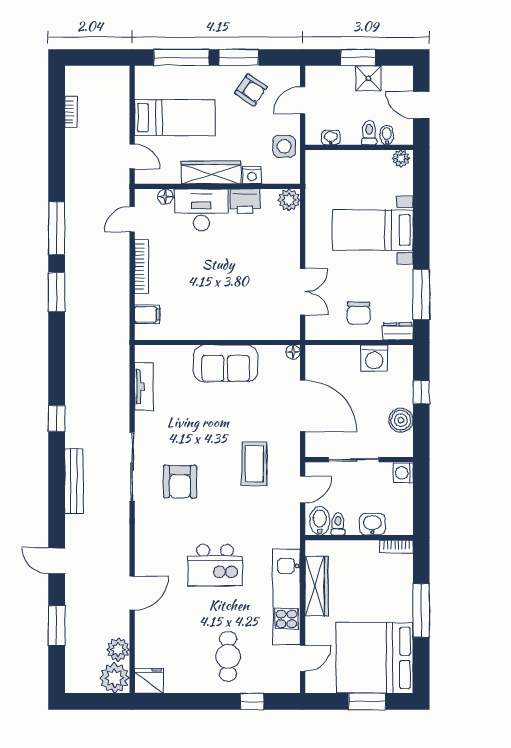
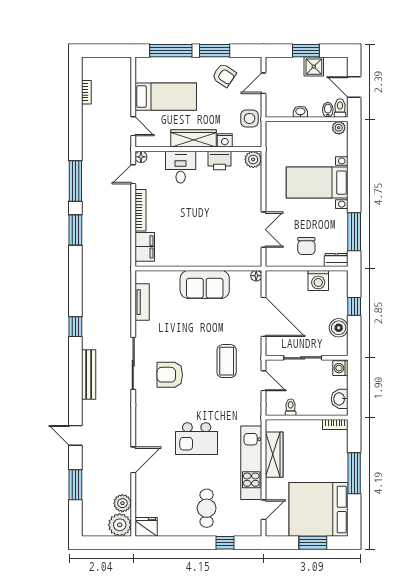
toilet: (369, 133) -> (340, 108), moved
washbasin: (331, 138) -> (300, 112), moved
floor lamp: (165, 197) -> (141, 157), moved
desk: (201, 210) -> (181, 167), width x0.73
filing cabinet: (147, 314) -> (145, 247), width x2.00
armchair: (180, 482) -> (170, 375), turned 90
door: (303, 490) -> (263, 381), hinge flipped
bidet: (320, 521) -> (277, 405), removed
washbasin: (372, 524) -> (340, 399), moved, turned -90

